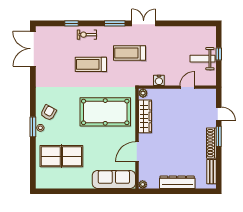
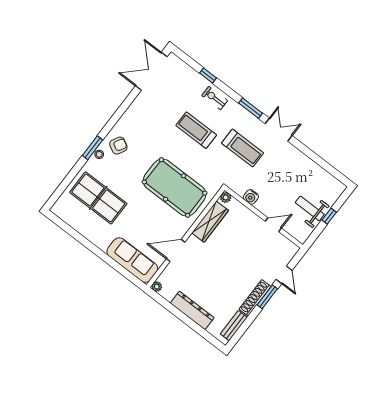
treadmill: (129, 53) -> (243, 148), turned 180

